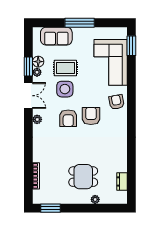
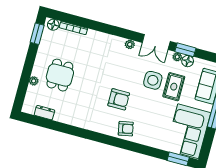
corner sofa: (111, 62) -> (188, 131), moved, turned -90
armchair: (68, 118) -> (123, 76), removed
floor lamp: (38, 195) -> (53, 25), added

